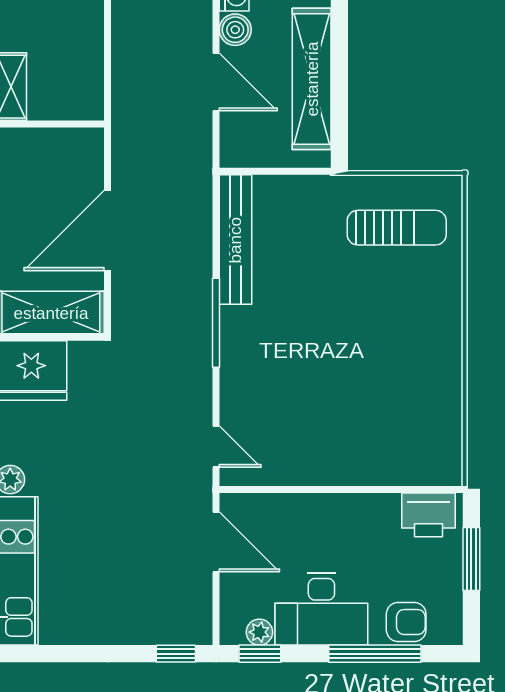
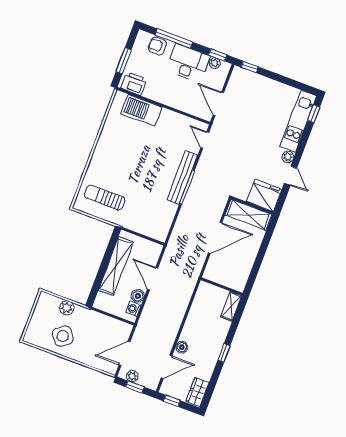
bench: (235, 240) -> (182, 178), moved
barbecue: (388, 460) -> (141, 110), added

